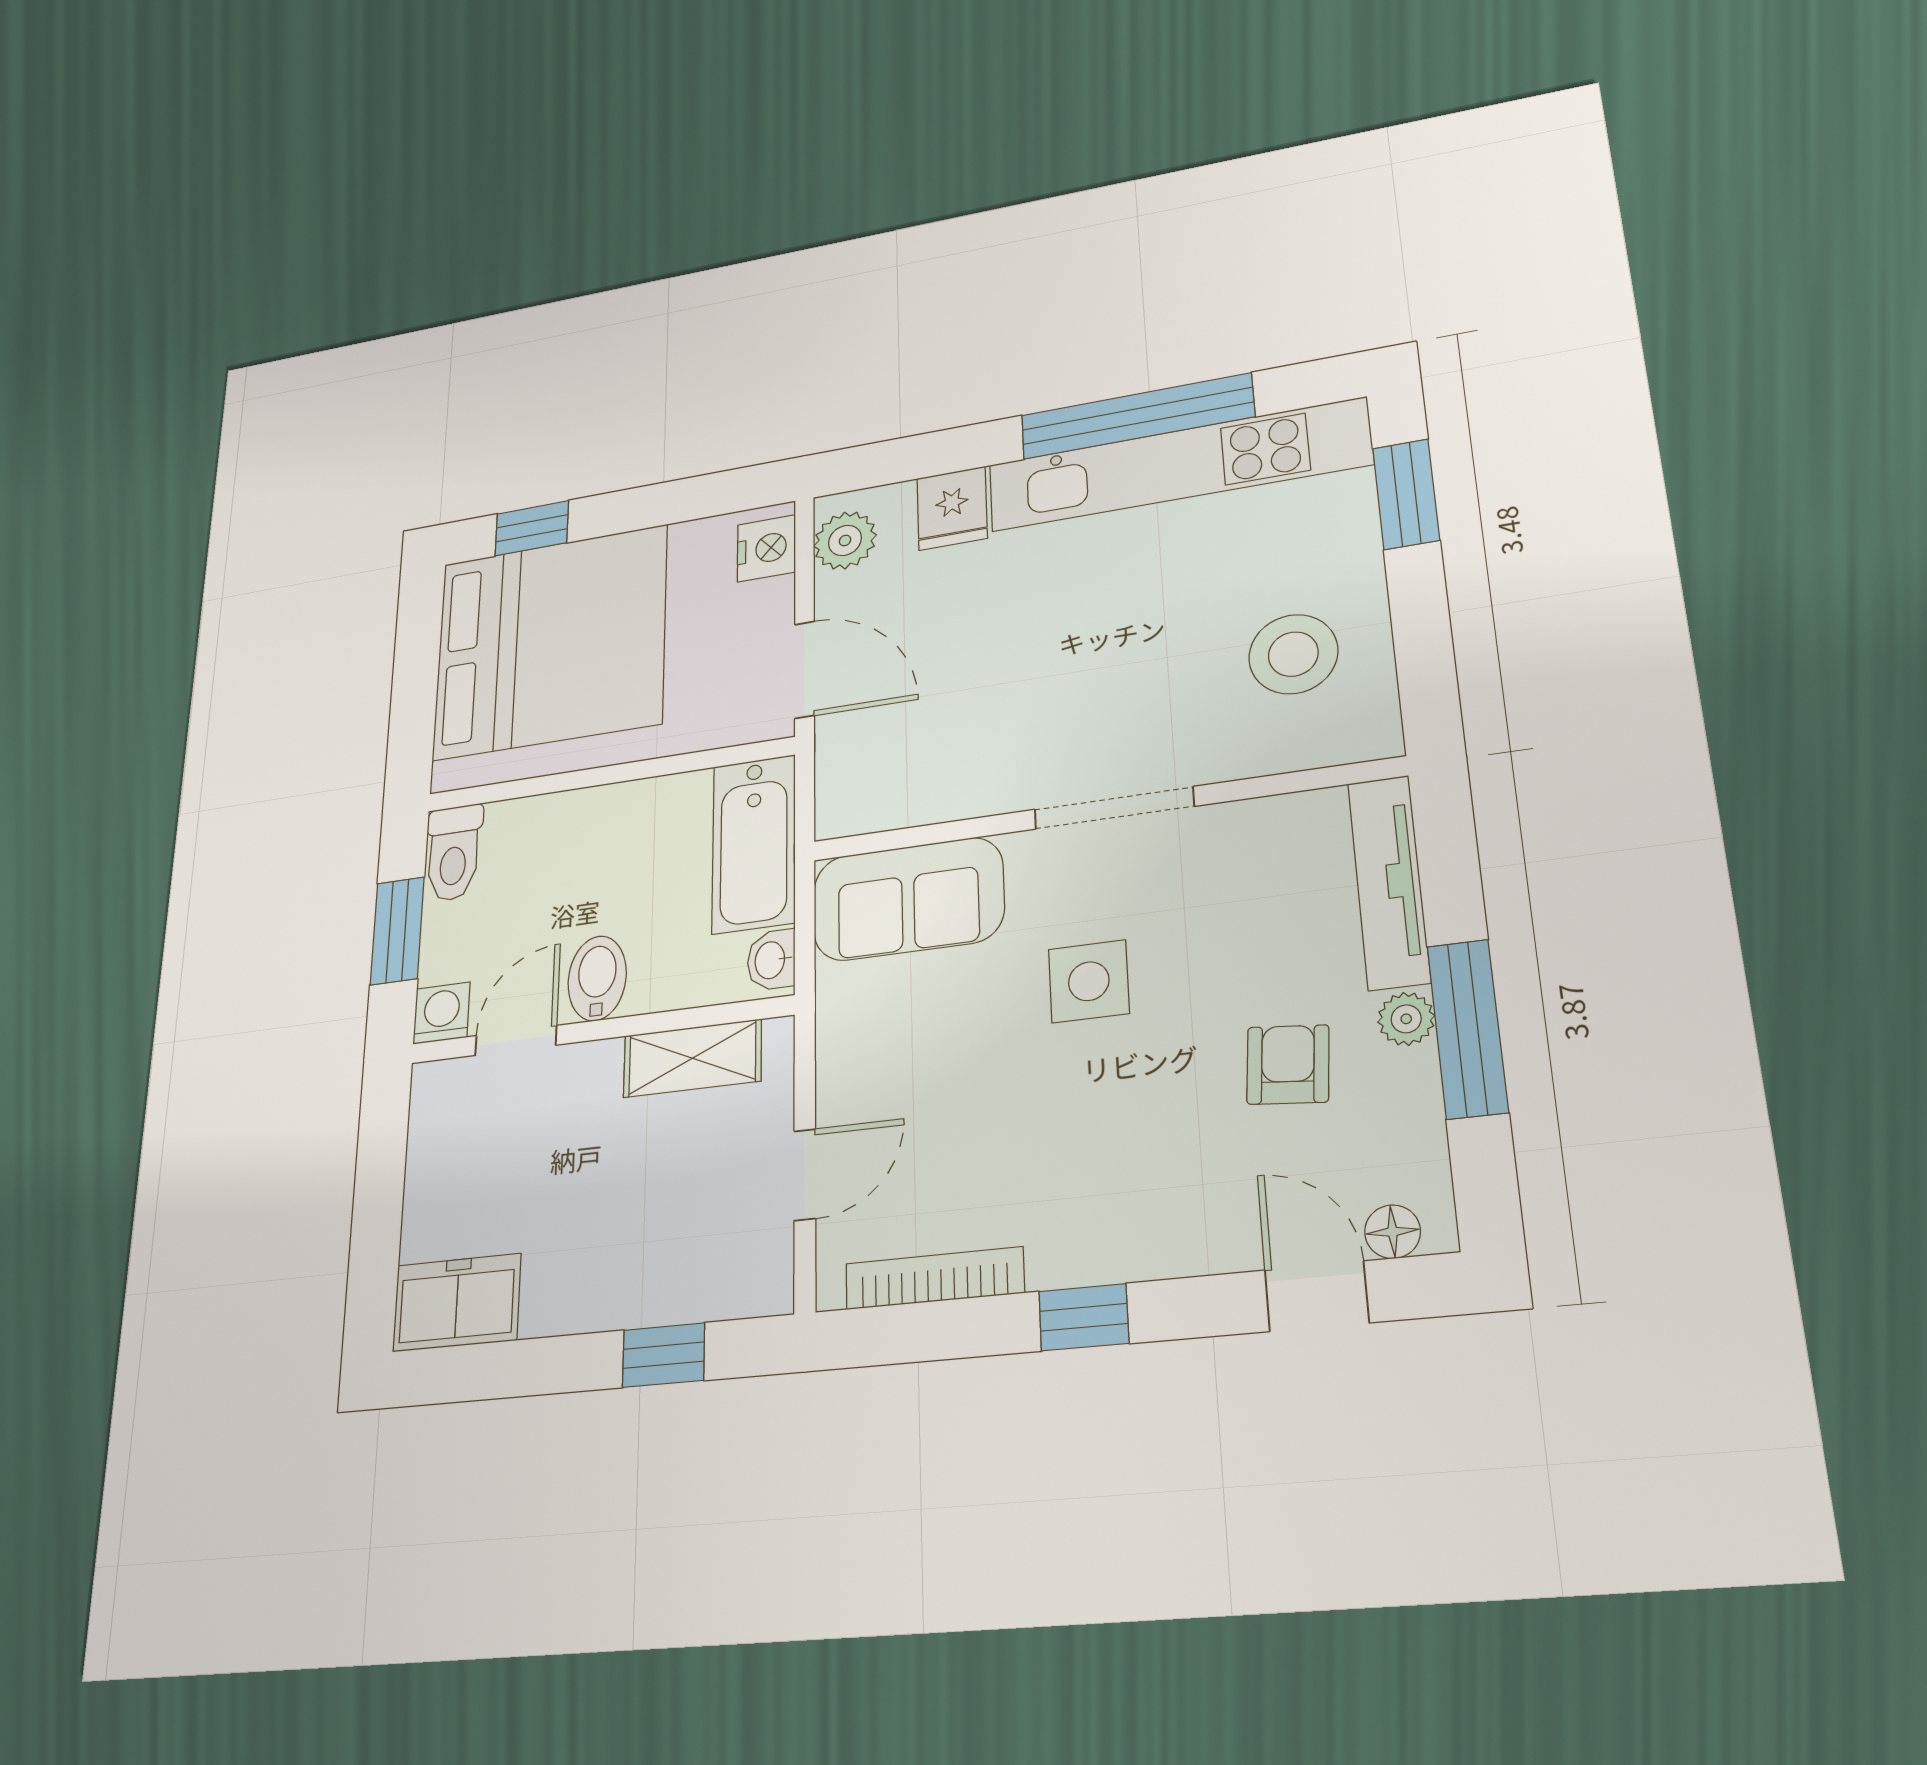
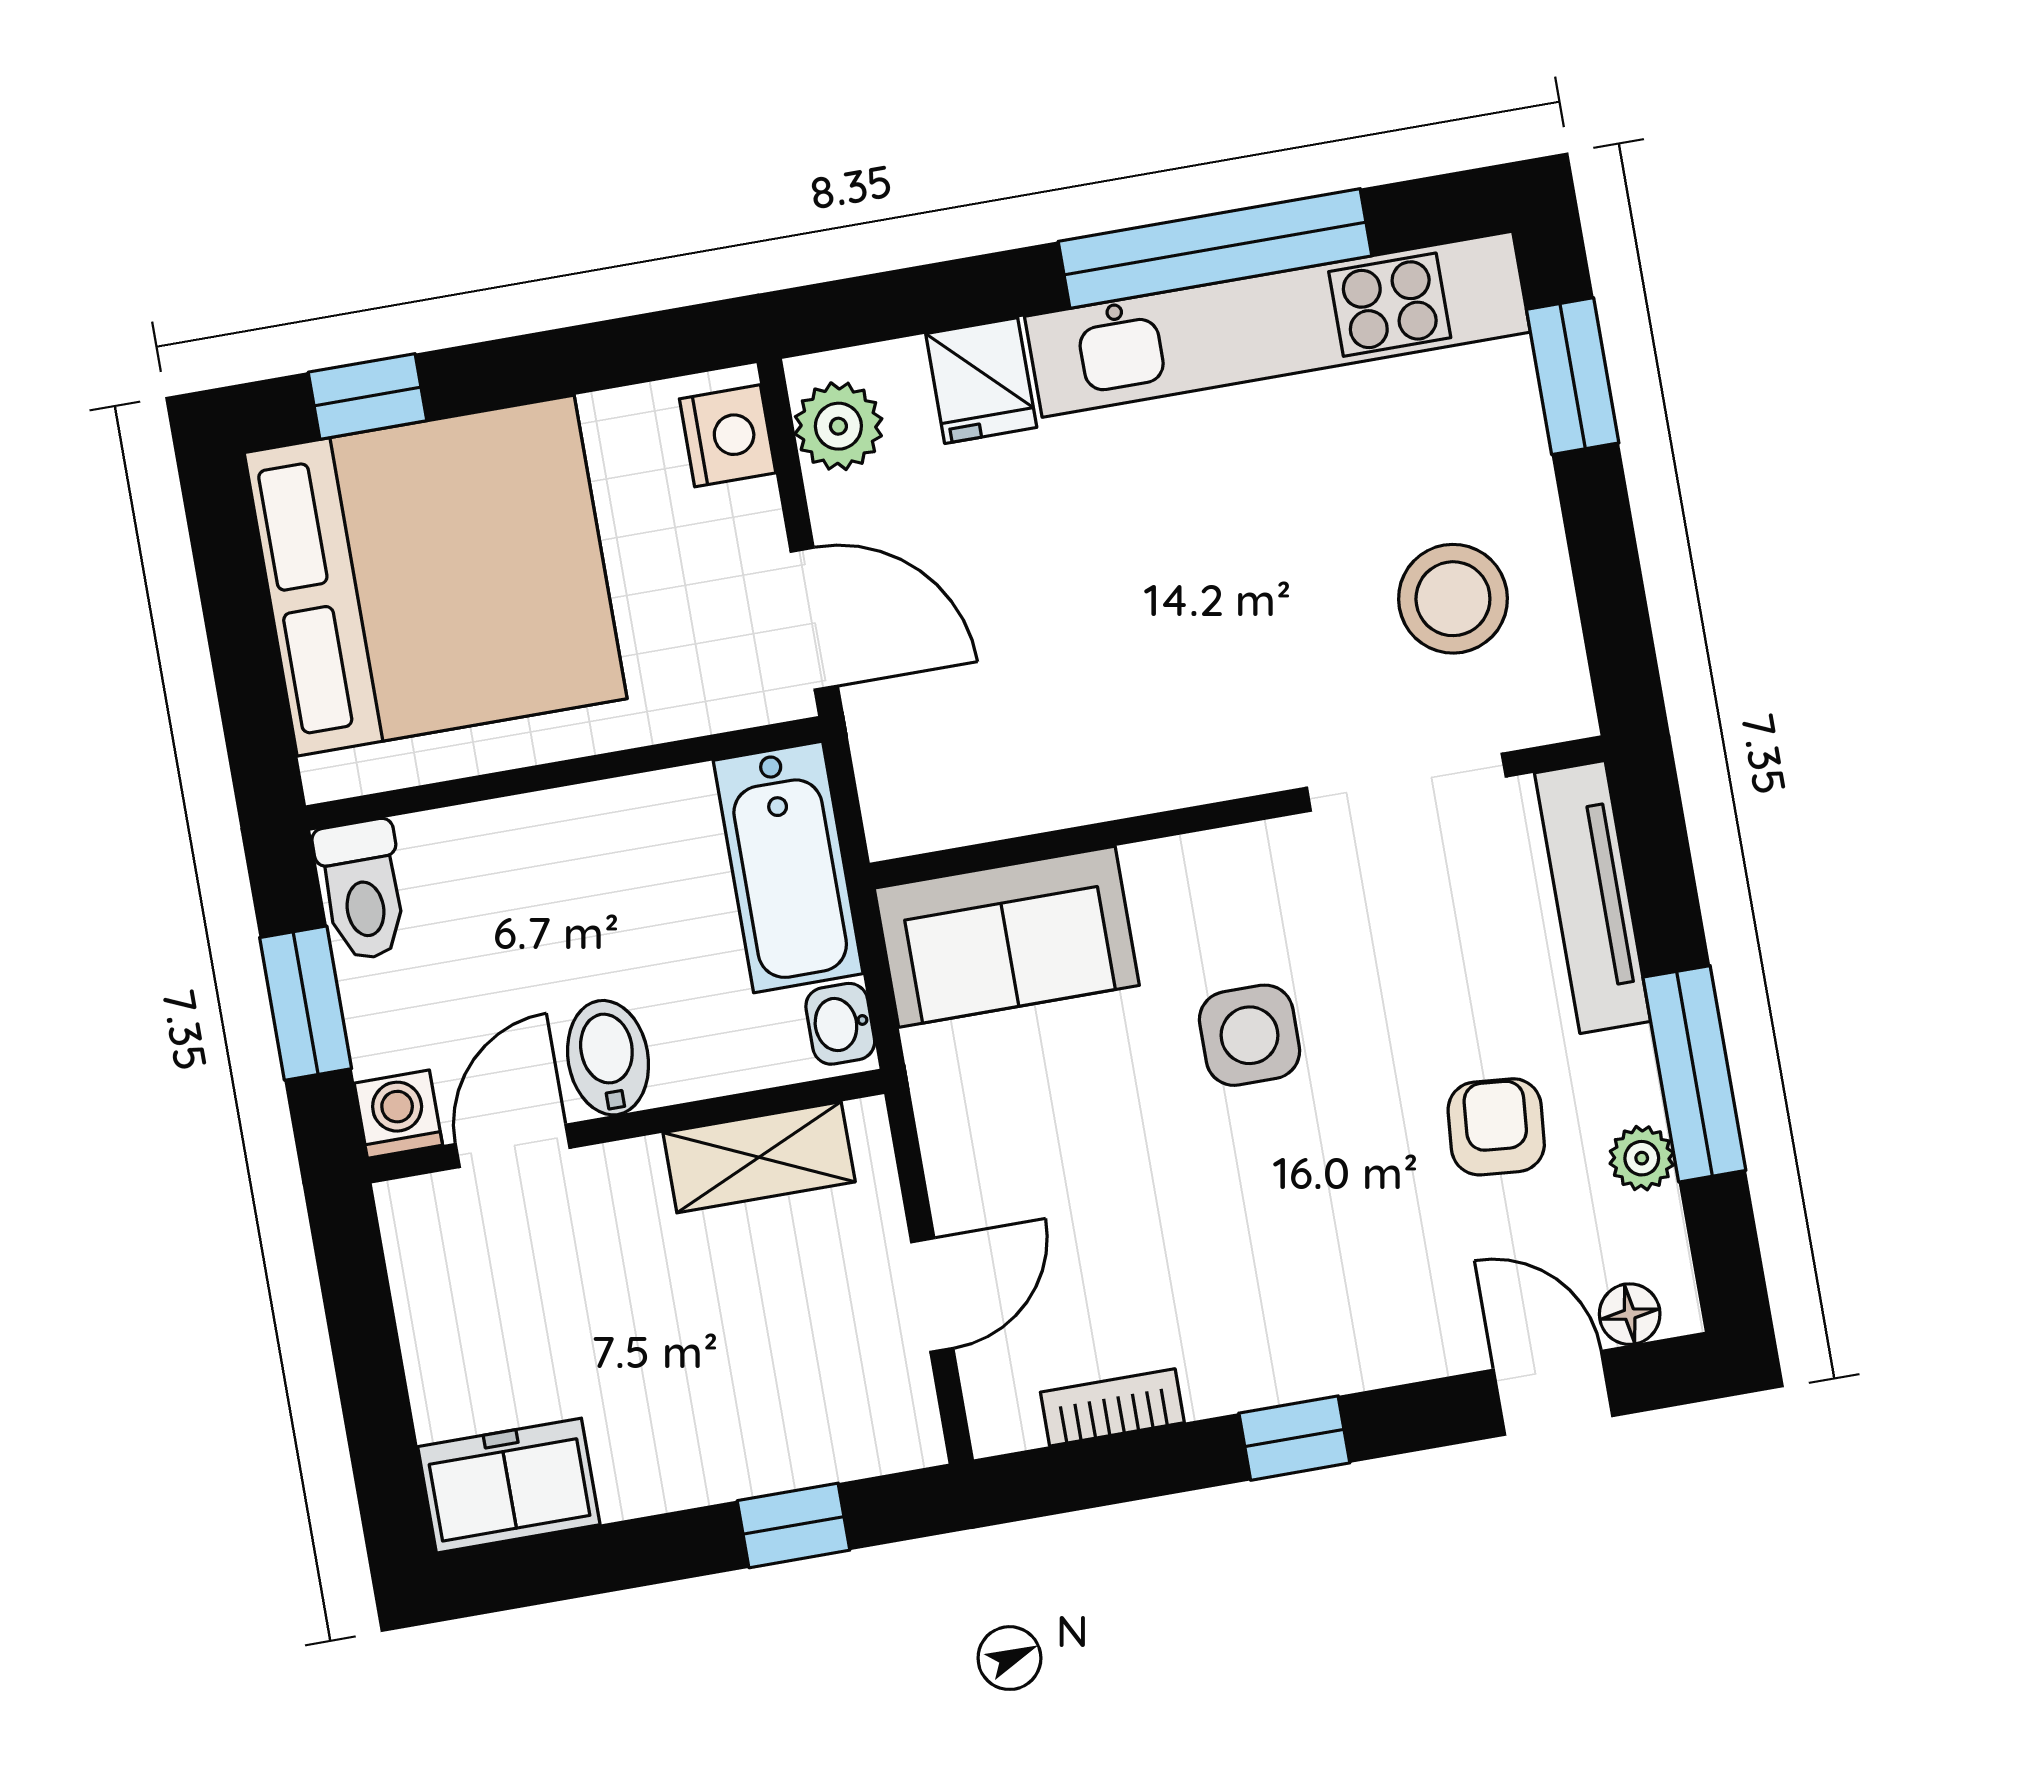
doorway: (1114, 808) -> (1406, 782), moved
plant: (1406, 1019) -> (1642, 1158), moved
bookcase: (934, 1278) -> (1112, 1407), width x0.64

